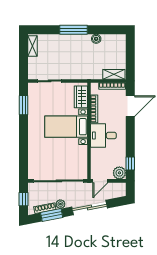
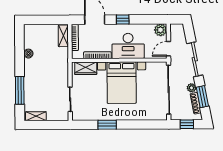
window: (74, 30) -> (20, 90), moved
window: (24, 105) -> (107, 125), moved
bed with nightstands: (66, 127) -> (122, 83), width x1.36
desk: (103, 136) -> (128, 46), width x1.37
window: (130, 163) -> (123, 20), moved
door: (100, 181) -> (168, 49), swing flipped

